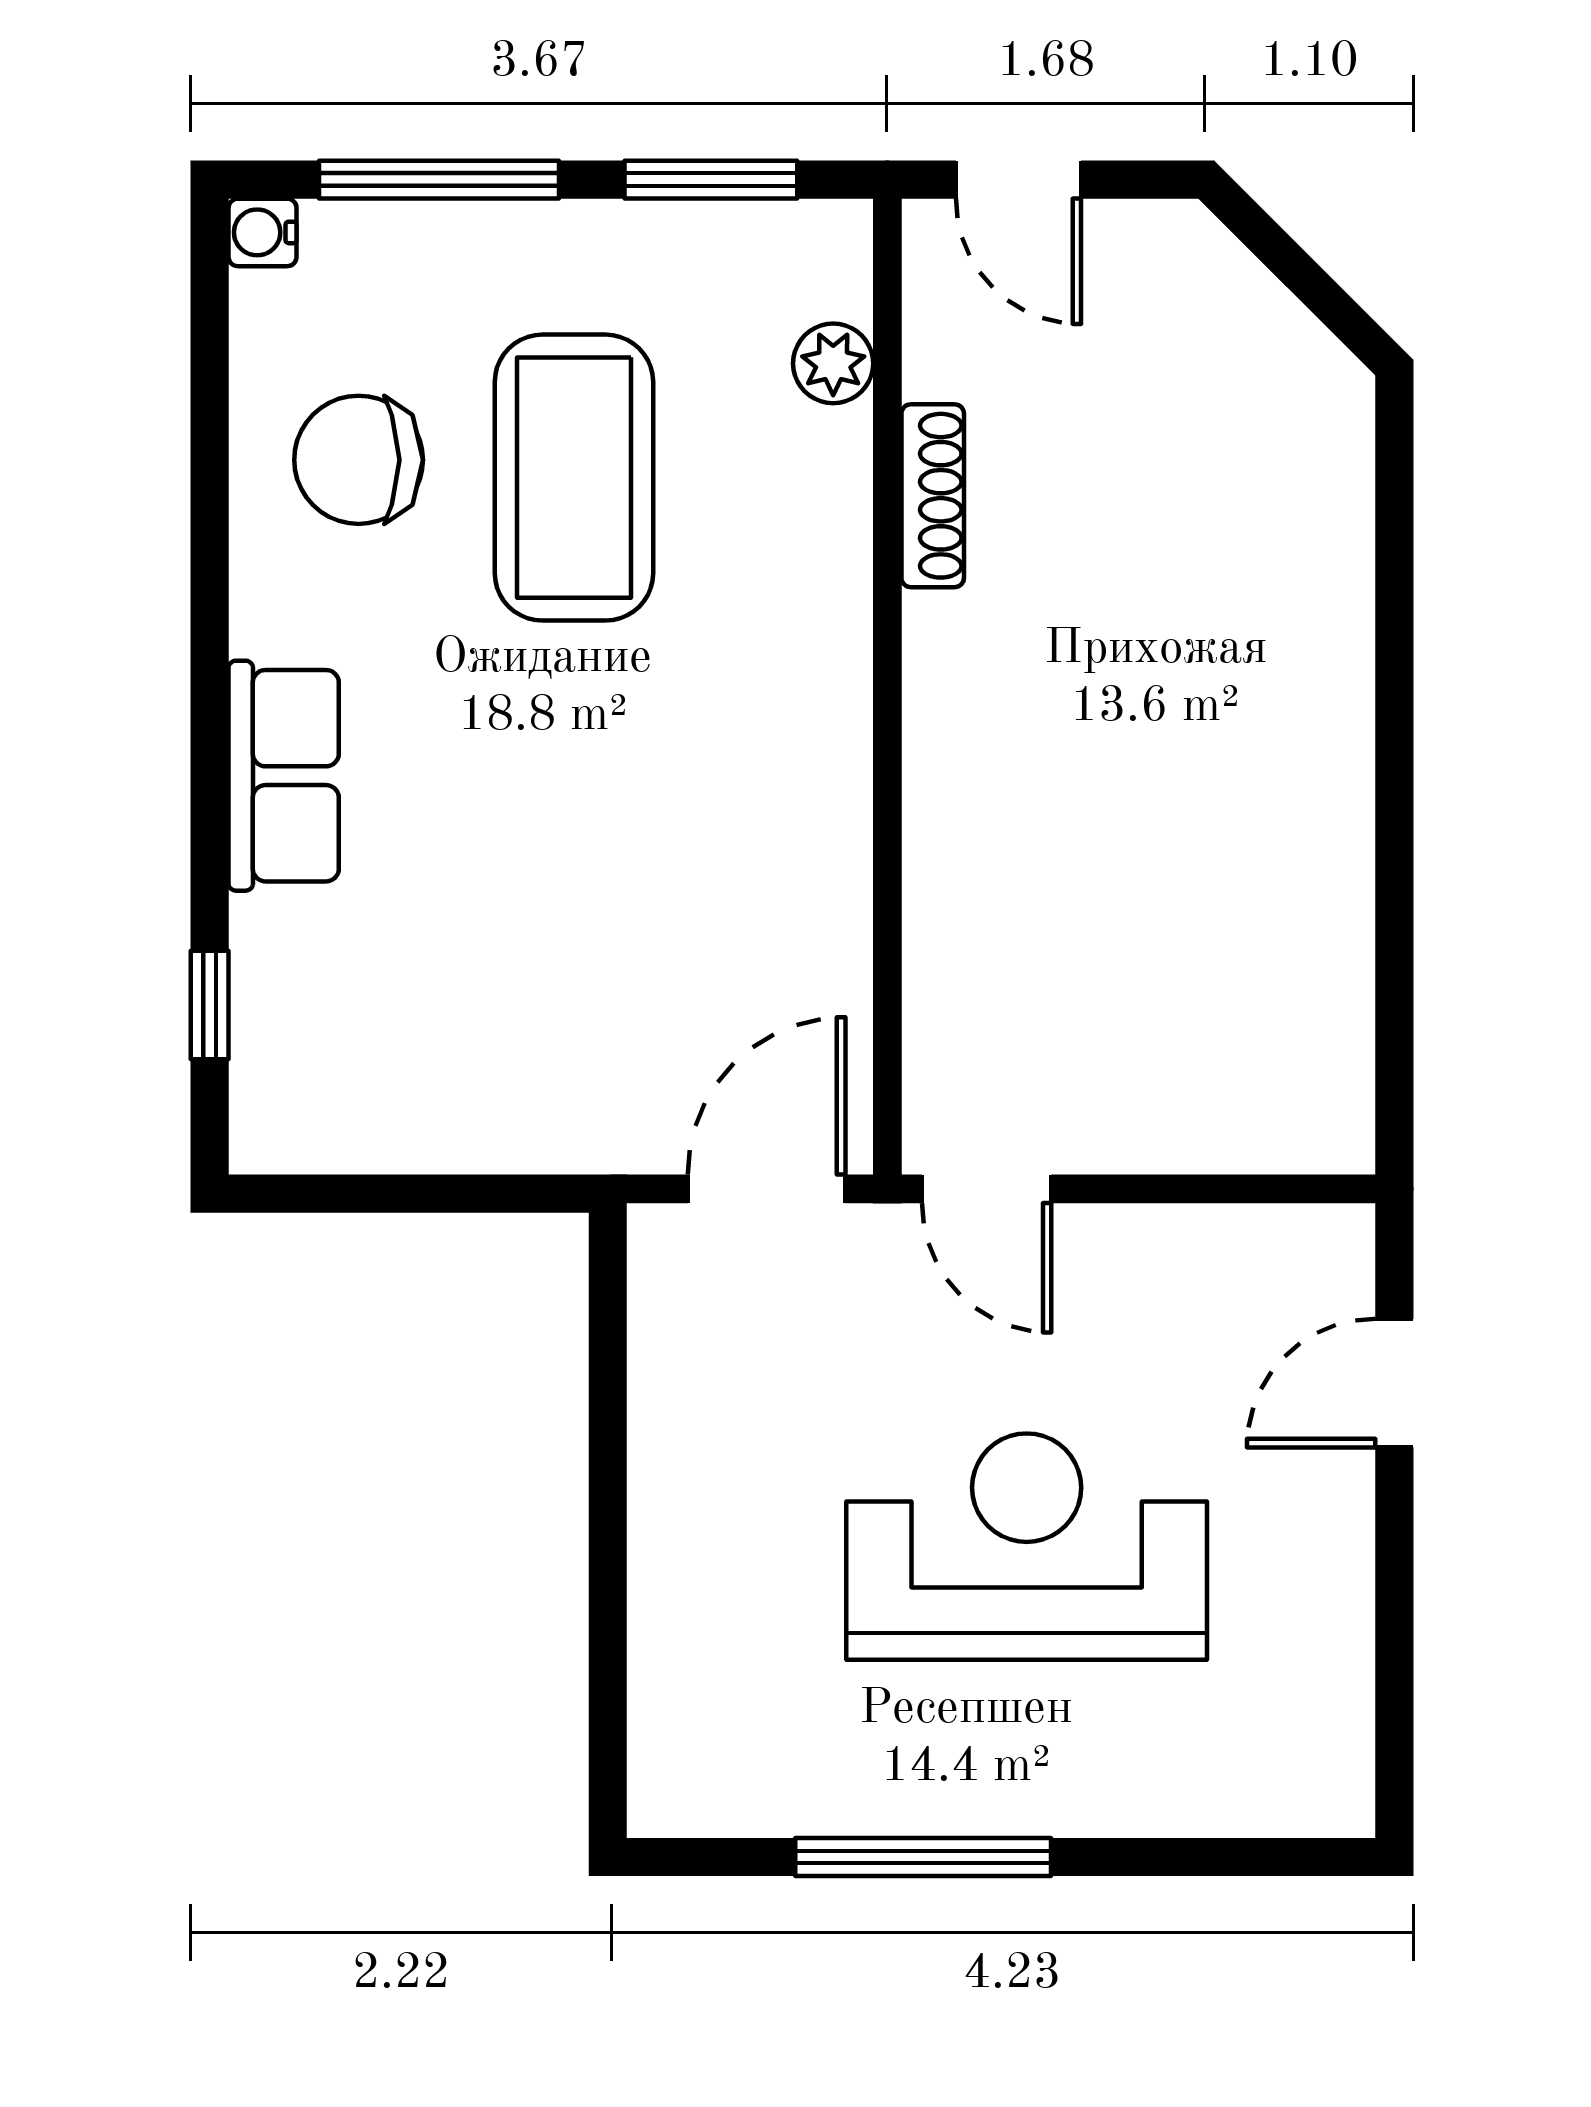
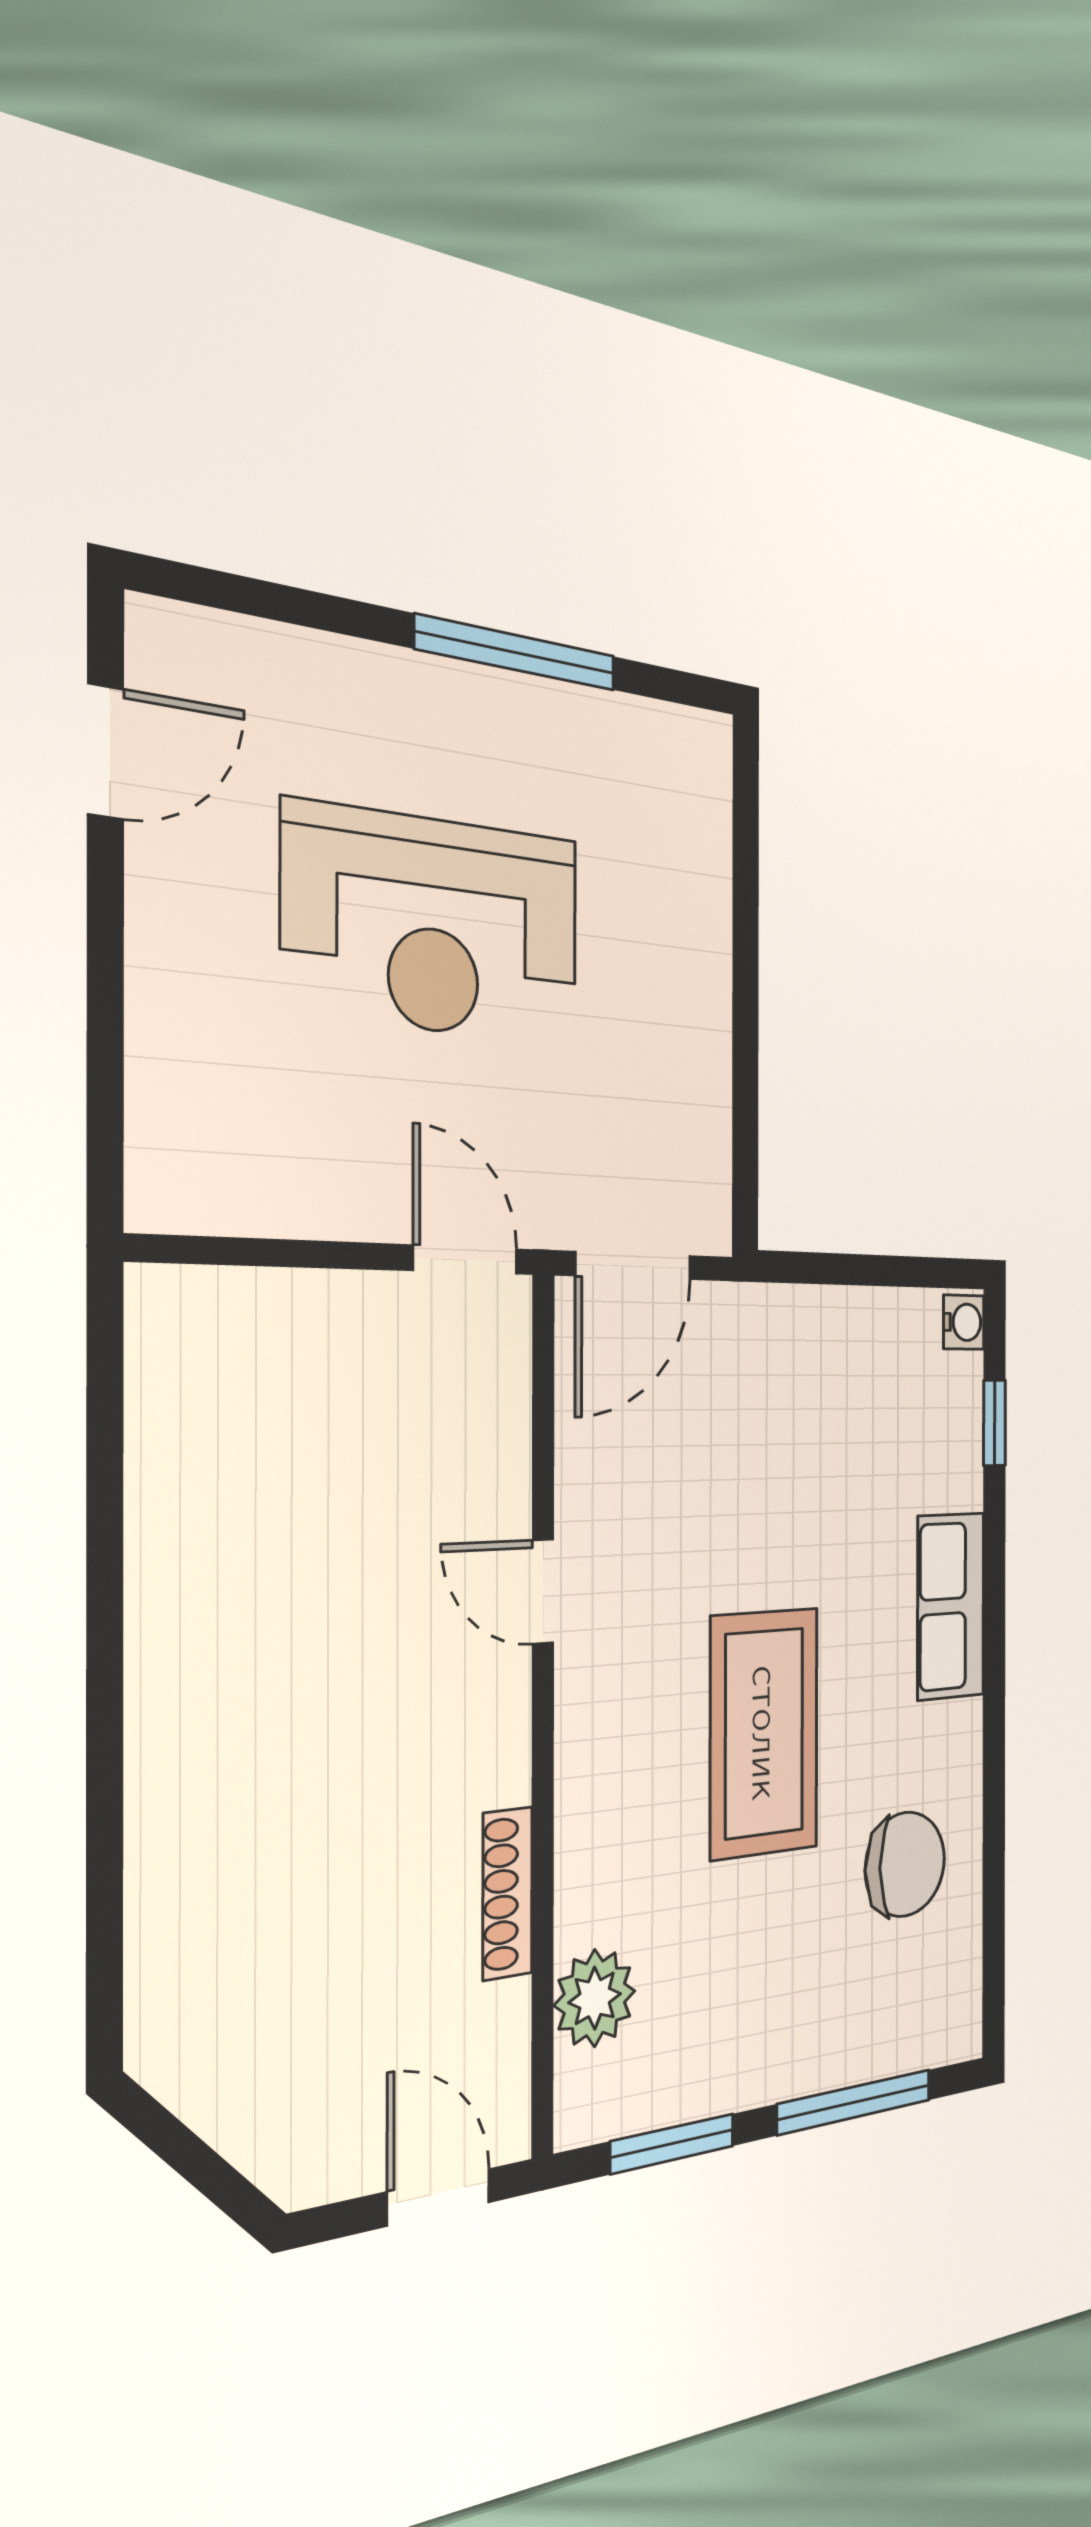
water cooler: (263, 232) -> (964, 1322), moved
plant: (833, 363) -> (595, 1998), width x1.38, depth x1.38
coffee table: (574, 478) -> (764, 1733), moved
door: (887, 824) -> (543, 1592), added
door: (1394, 1383) -> (106, 751), moved

